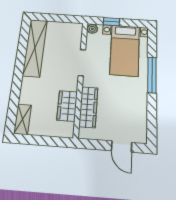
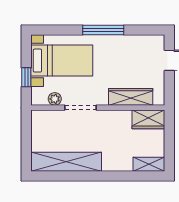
plant: (92, 29) -> (55, 99), moved
window: (152, 75) -> (103, 30), moved
wardrobe: (67, 106) -> (148, 119), moved

